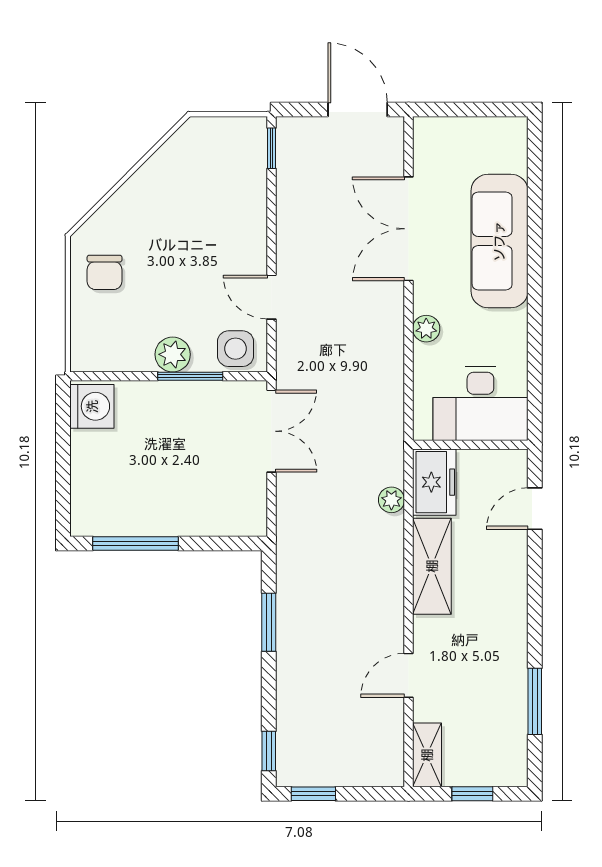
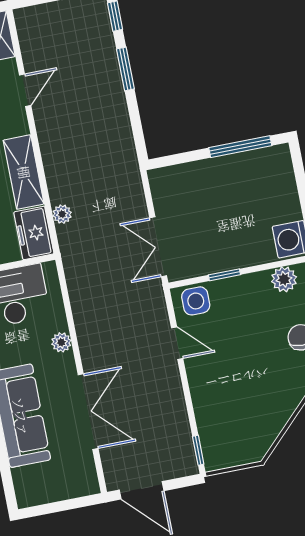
plant: (173, 354) -> (284, 279), moved
window: (190, 376) -> (224, 275), width x0.67
window: (269, 622) -> (125, 69), moved

